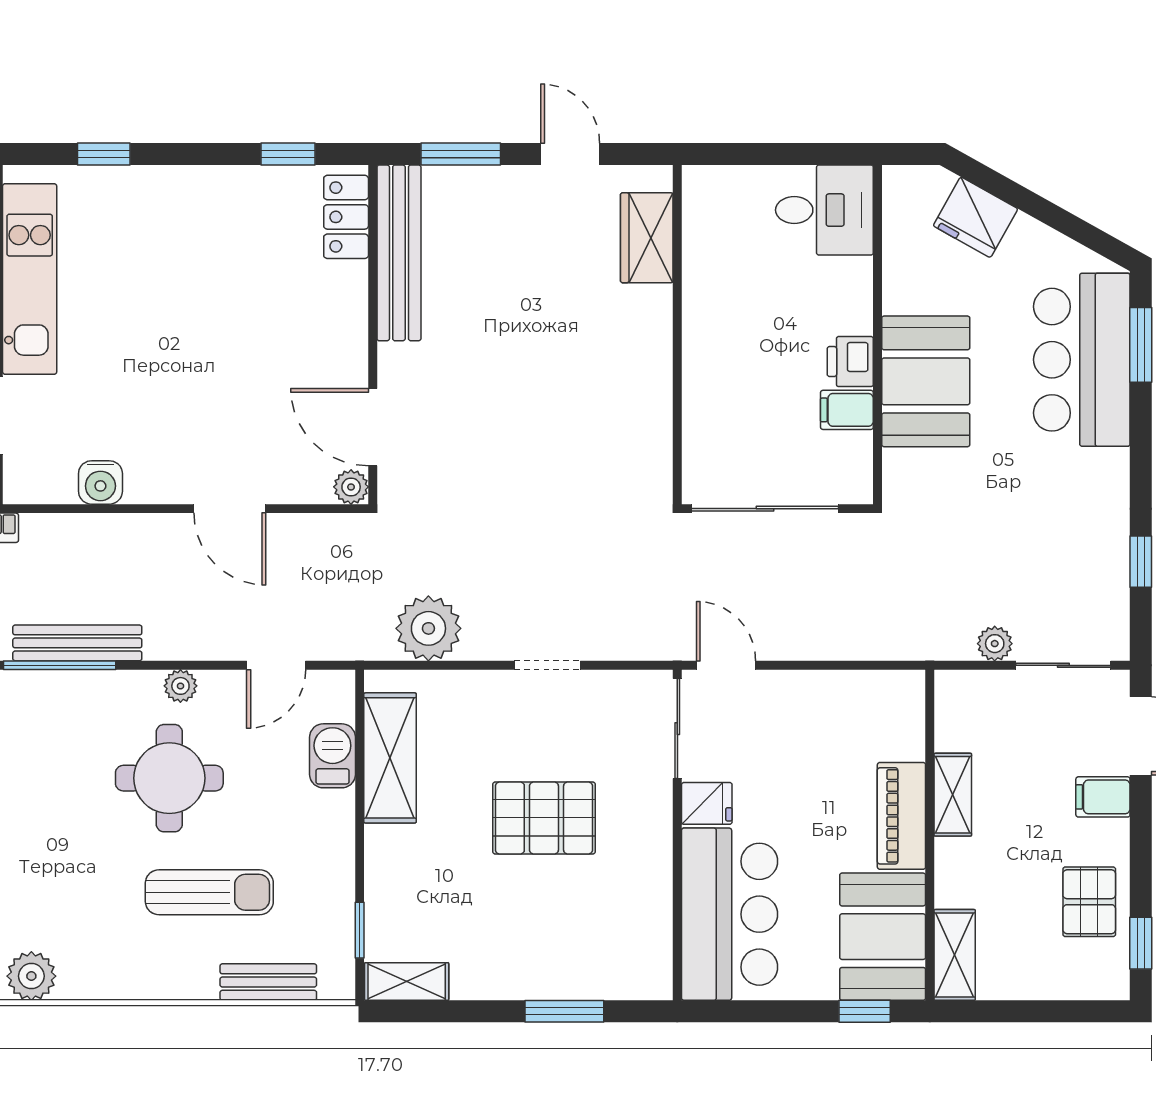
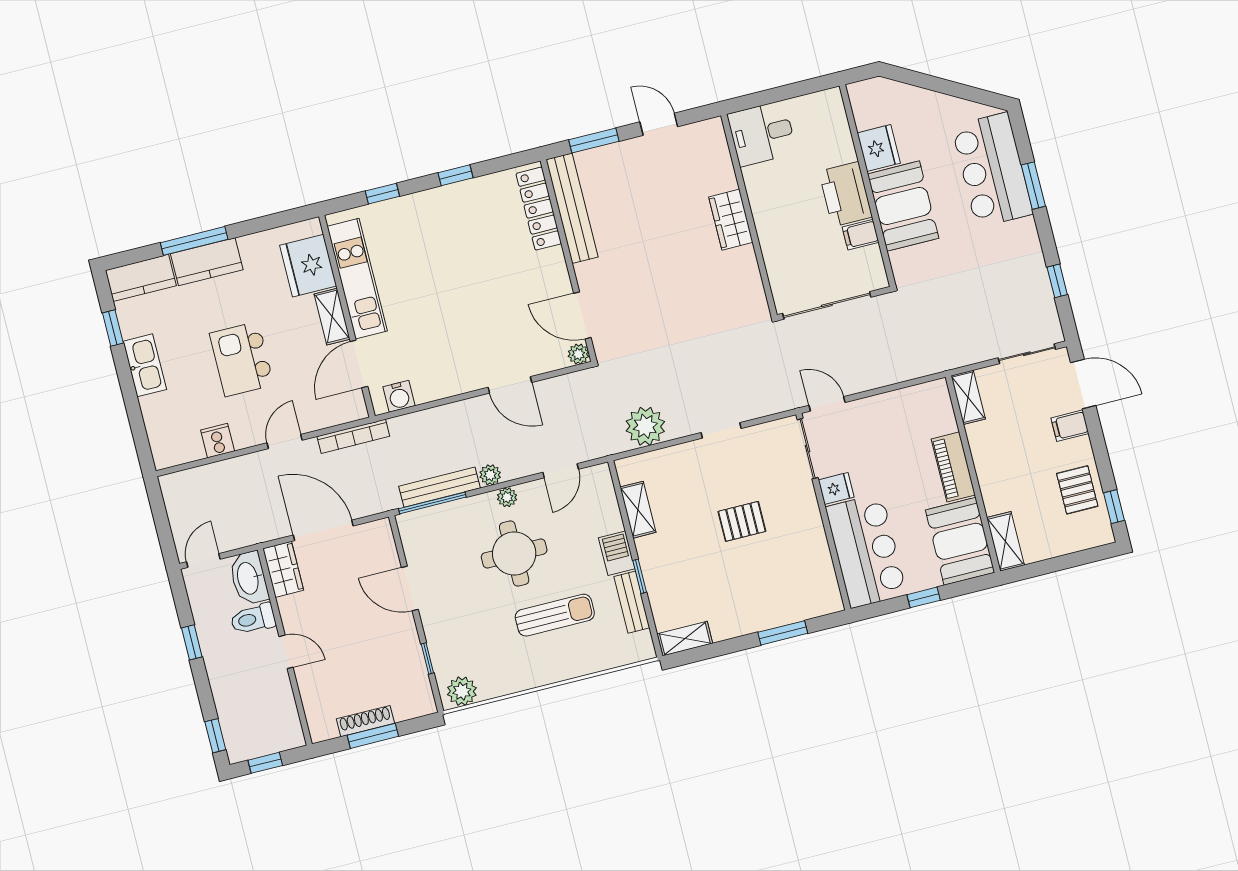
window: (288, 154) -> (456, 175), moved
desk: (824, 210) -> (762, 134), moved, turned 180
locker: (346, 217) -> (539, 209), width x1.53
fridge: (976, 217) -> (879, 148), moved, turned -119
wardrobe: (647, 238) -> (731, 220), moved
window: (1141, 345) -> (1033, 186), moved
printer: (850, 362) -> (846, 194), width x1.87, depth x1.48
water cooler: (100, 482) -> (399, 396), moved
plant: (995, 644) -> (490, 475), moved
barbecue: (332, 756) -> (617, 553), moved
shelving: (390, 758) -> (638, 510), width x0.67, depth x0.75
shelving: (953, 795) -> (968, 397), moved
pallet: (544, 818) -> (742, 521), width x0.67, depth x0.71
window: (360, 930) -> (640, 576), moved
bench: (268, 982) -> (632, 602), moved, turned 90
window: (865, 1011) -> (924, 597), moved

